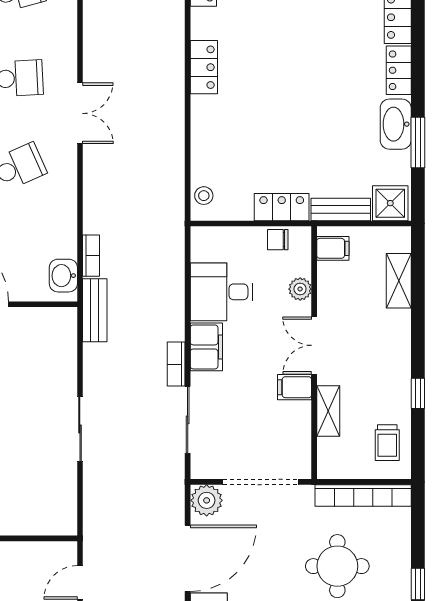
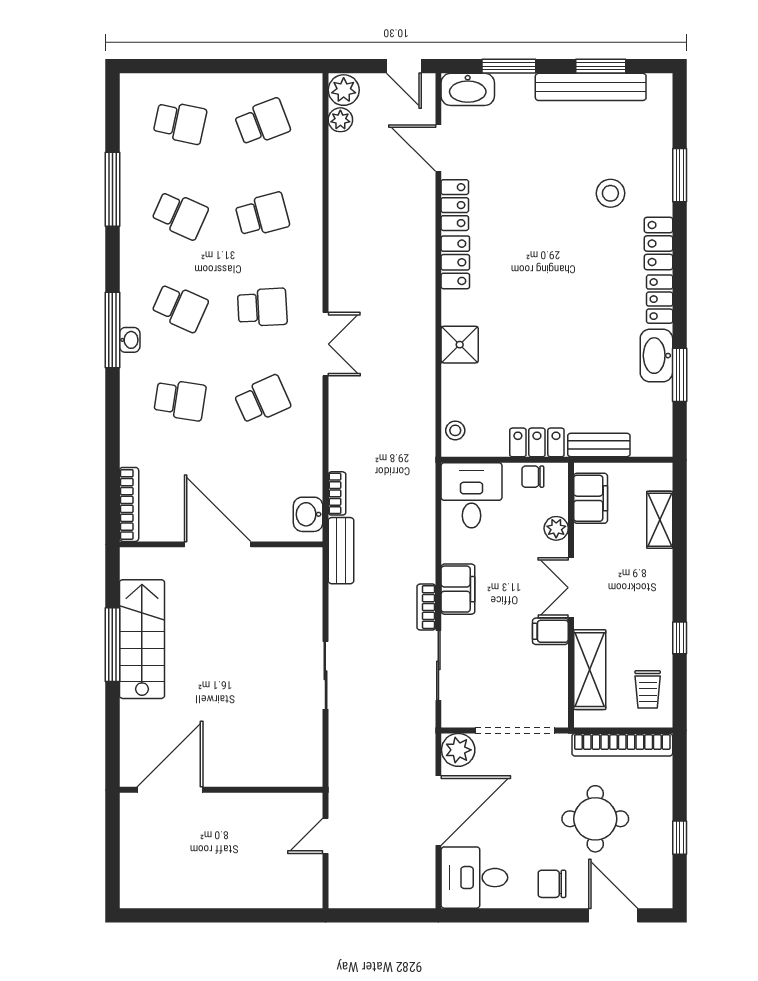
locker: (204, 67) -> (455, 262), moved
shower: (390, 203) -> (460, 345), moved
filing cabinet: (333, 248) -> (591, 498), width x2.00
desk: (222, 292) -> (472, 495), moved, turned 90
shelving: (328, 411) -> (590, 670), width x1.50, depth x1.33

